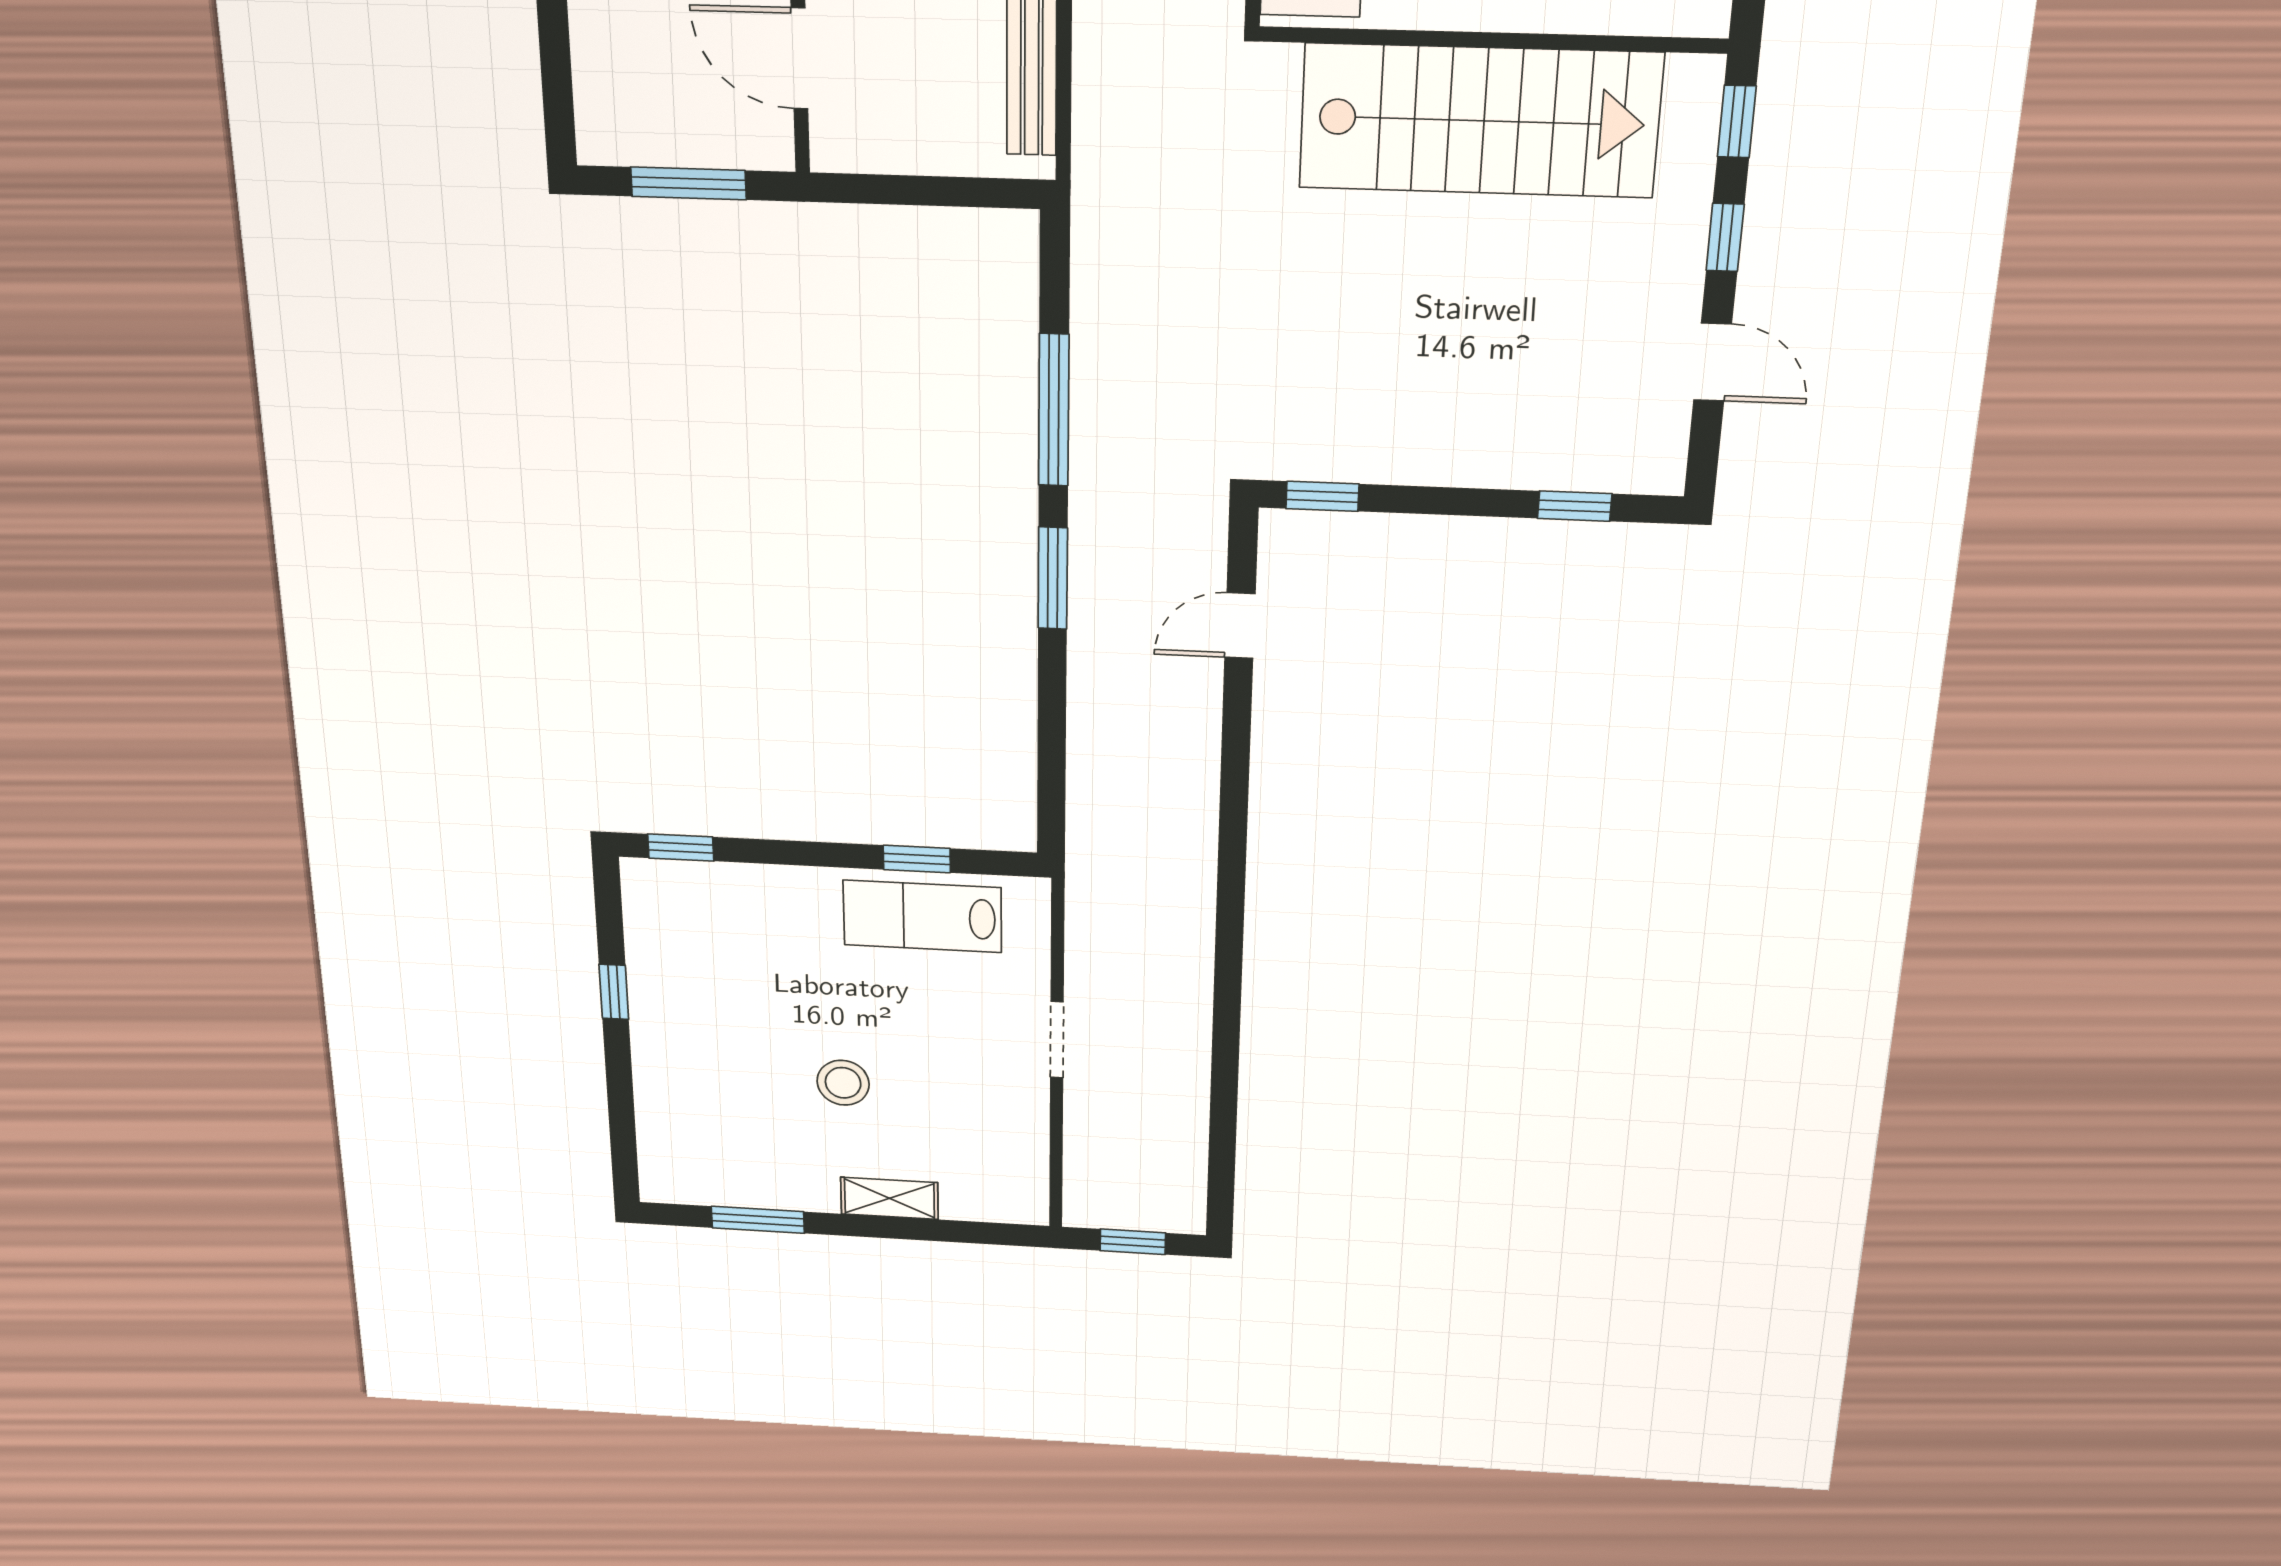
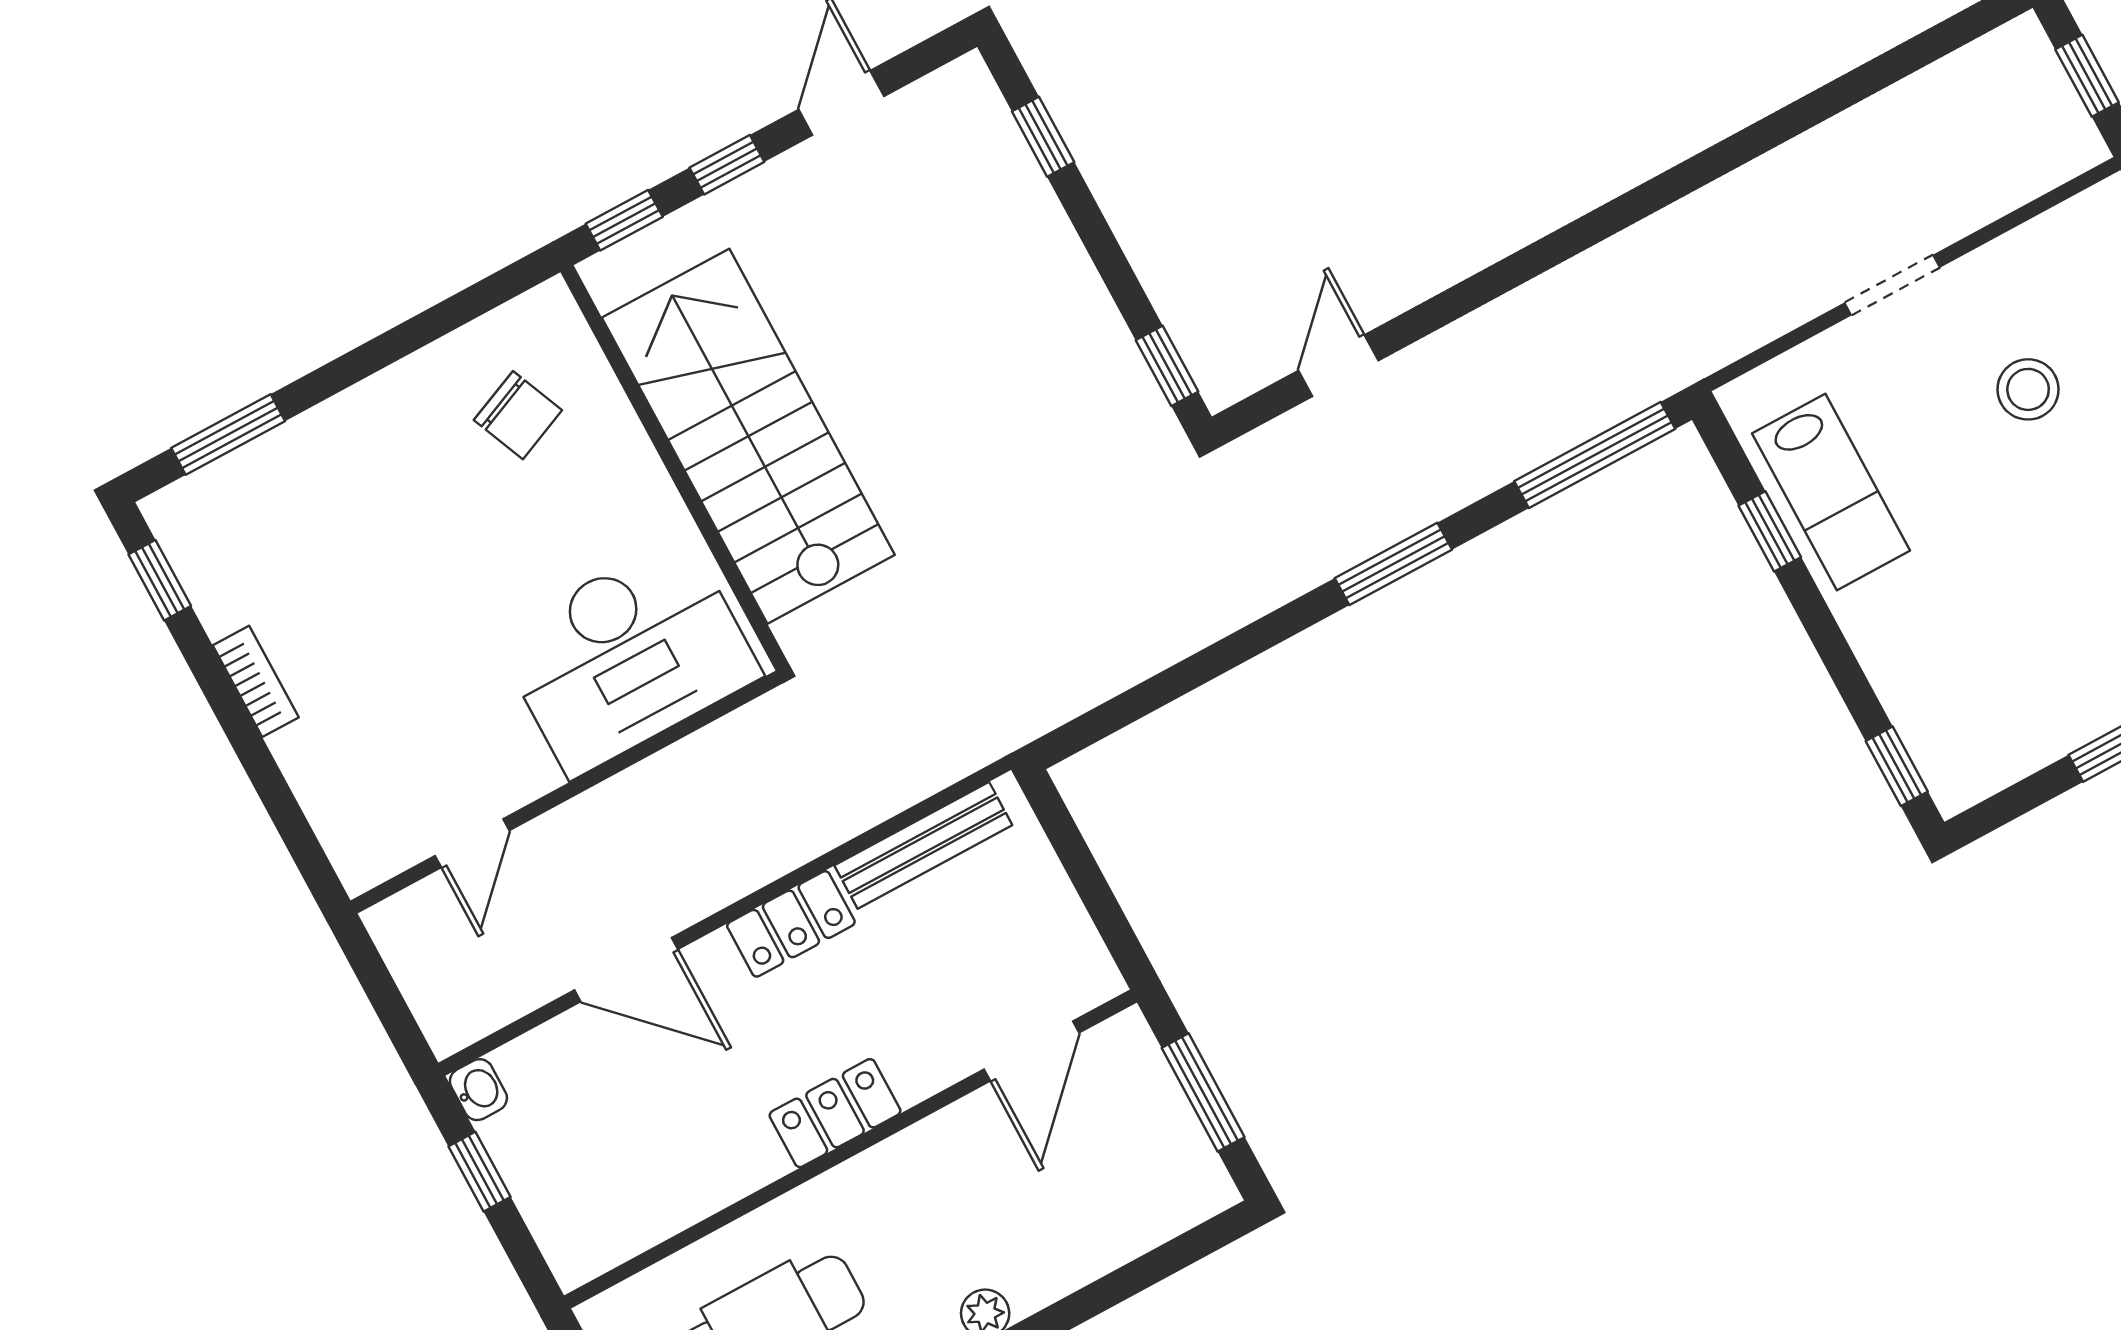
window: (1054, 410) -> (1595, 455), moved
door: (1240, 626) -> (1338, 366), swing flipped
stool: (843, 1083) -> (2028, 389), moved

